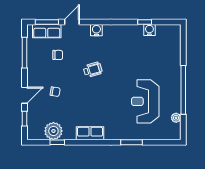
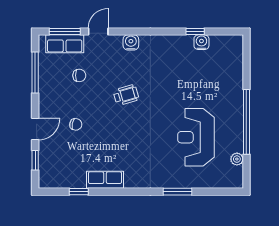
plant: (53, 131) -> (74, 177), removed
row of seats: (90, 133) -> (105, 180), moved

